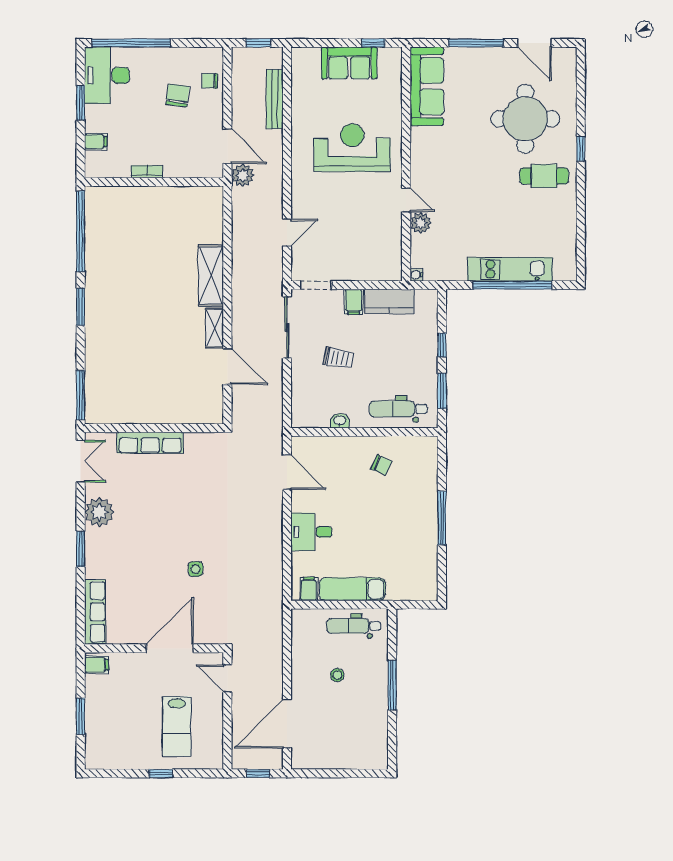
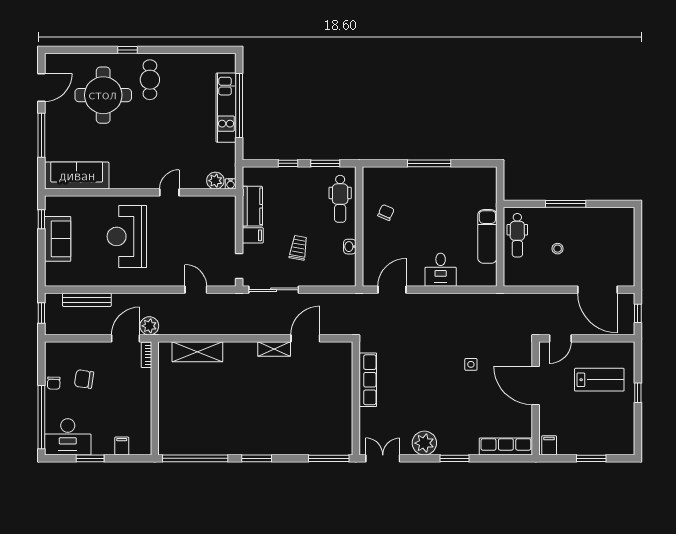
chair: (210, 81) -> (54, 383), moved
bookcase: (147, 172) -> (146, 355), moved
plant: (421, 223) -> (215, 181), moved
shelving: (211, 276) -> (197, 352), moved
row of seats: (150, 443) -> (368, 380), moved
filing cabinet: (309, 589) -> (487, 272), removed

